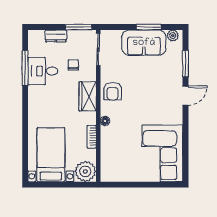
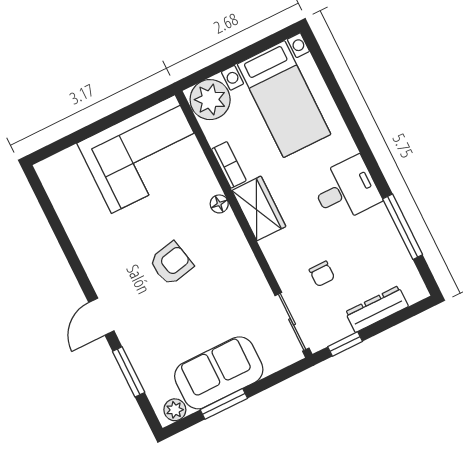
window: (79, 27) -> (345, 344), width x0.67
dresser: (56, 36) -> (377, 309), width x1.44
desk: (43, 71) -> (346, 190), moved
armchair: (113, 91) -> (171, 263), moved, turned 78
wardrobe: (88, 96) -> (259, 208), moved
corner sofa: (162, 153) -> (143, 154), moved, turned 90

